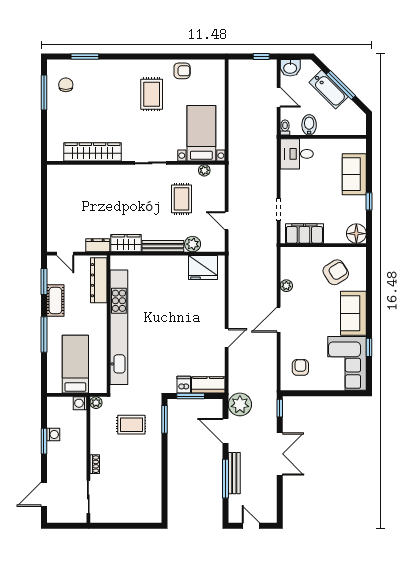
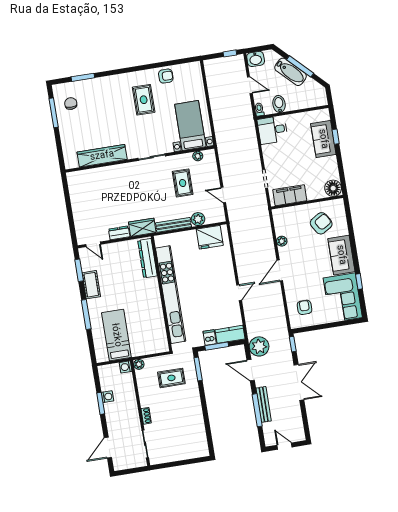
window: (369, 201) -> (336, 137), moved
dresser: (99, 280) -> (147, 258), moved
wall: (108, 324) -> (162, 294), moved
kitchen unit: (119, 327) -> (171, 295), moved

